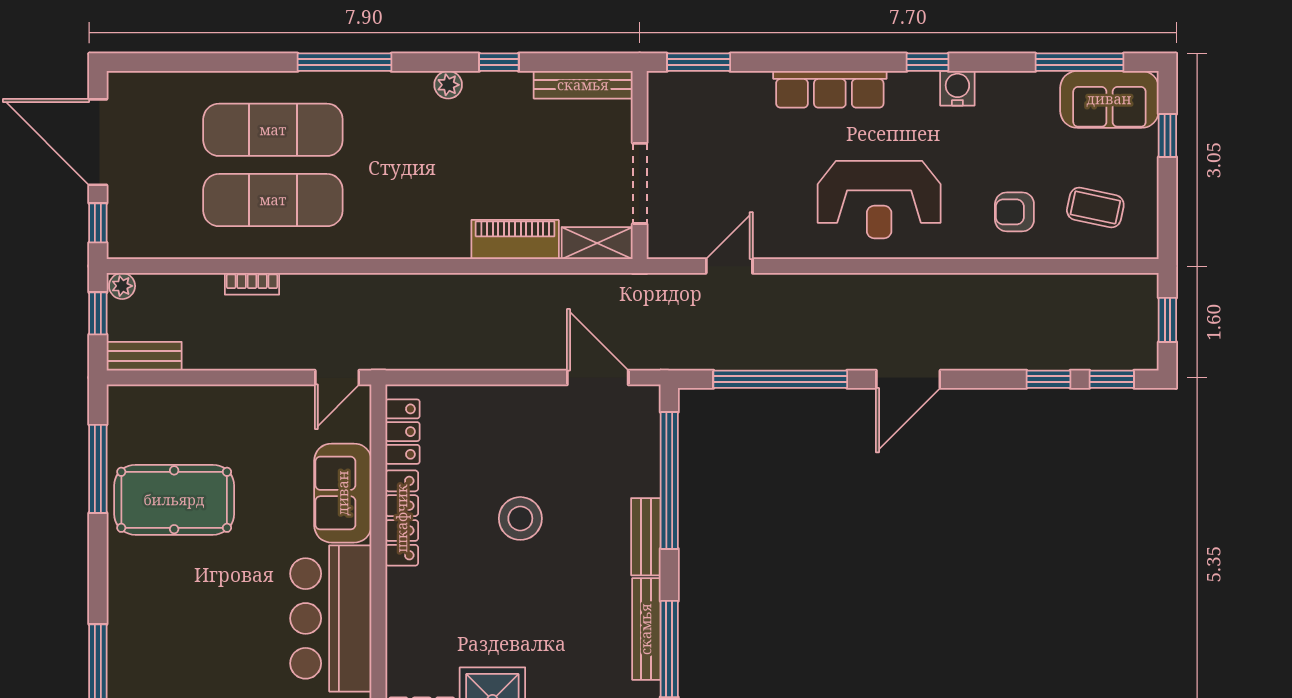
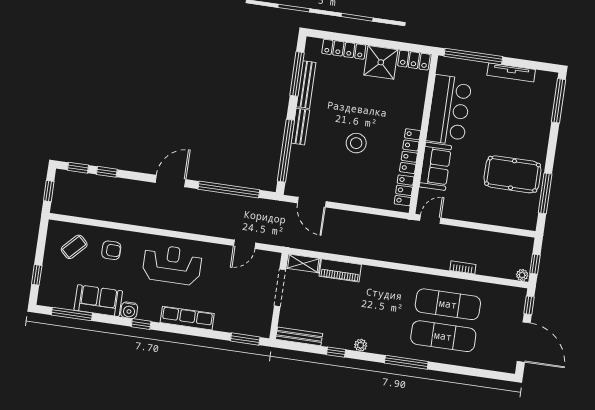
sofa: (1109, 99) -> (98, 301), moved
coffee table: (1095, 208) -> (74, 247), turned -58
bench: (144, 356) -> (517, 242), removed

